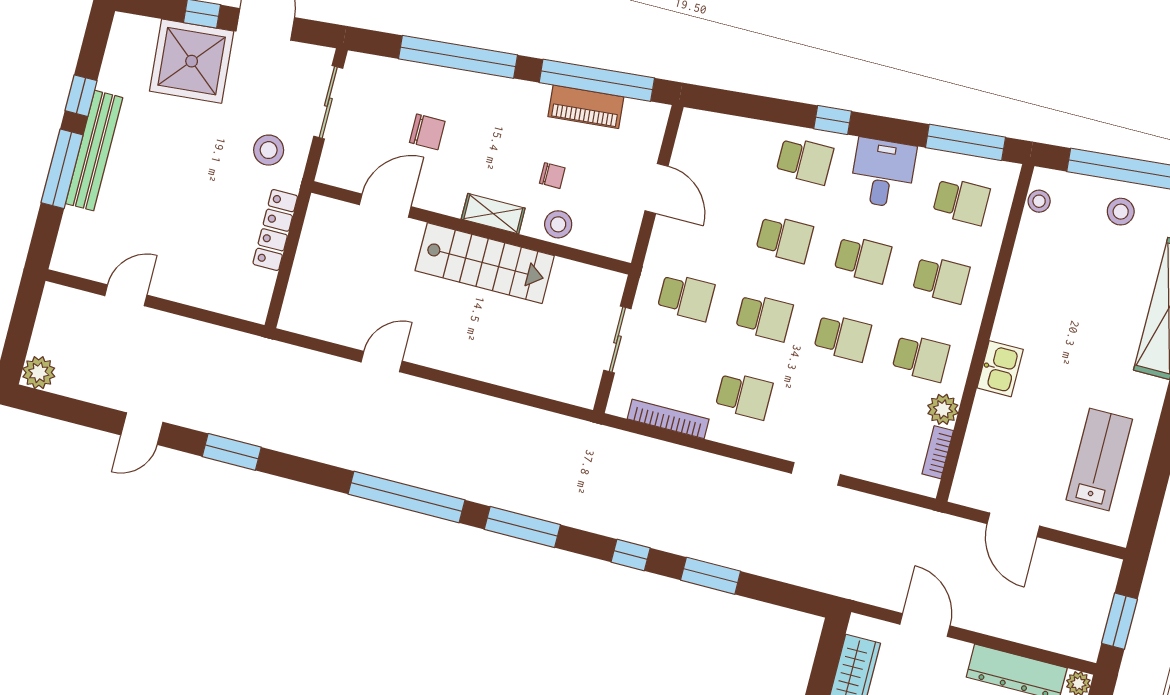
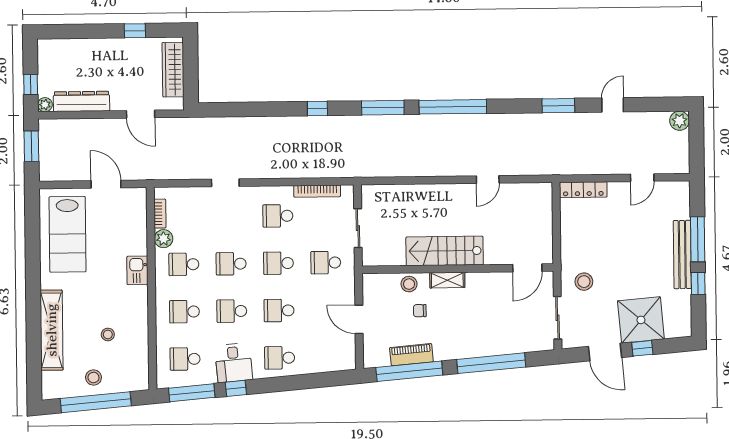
window: (833, 120) -> (236, 388), moved
chair: (427, 132) -> (497, 316), removed
stool: (1039, 201) -> (108, 334), moved
door: (385, 206) -> (527, 268), moved
locker: (275, 230) -> (583, 190), moved, turned 90
lab bench: (1099, 460) -> (68, 234), width x1.36, depth x1.39
window: (711, 576) -> (269, 109), removed

